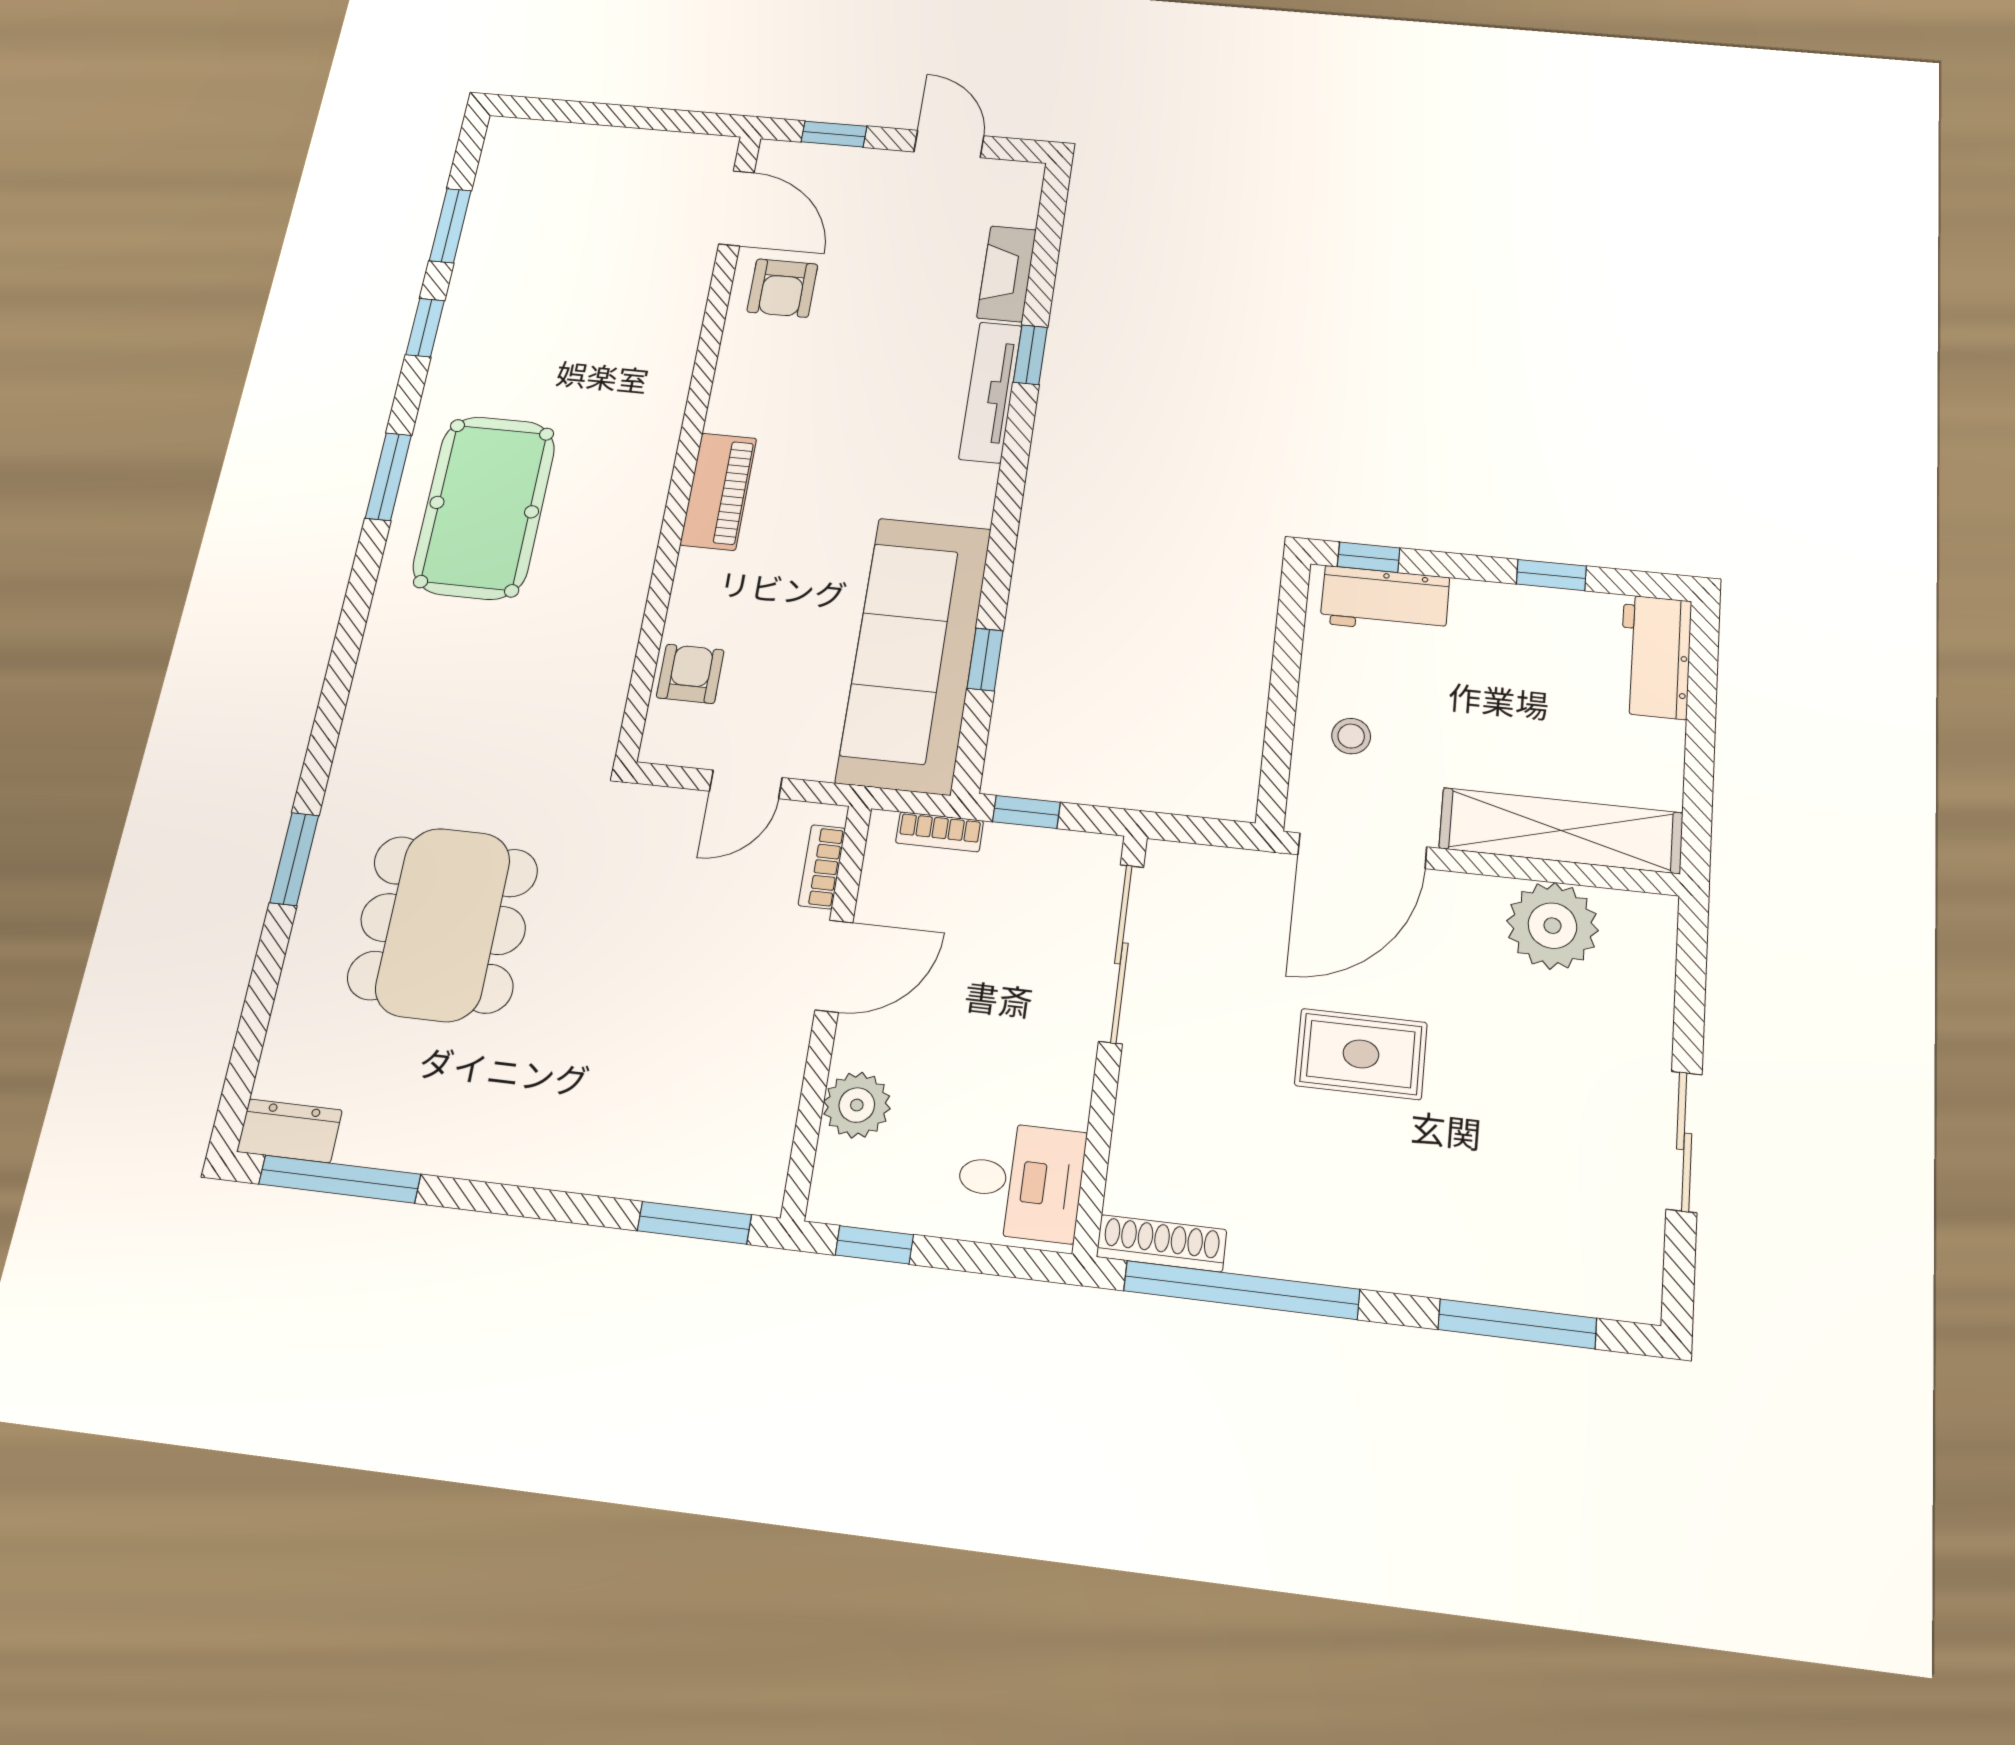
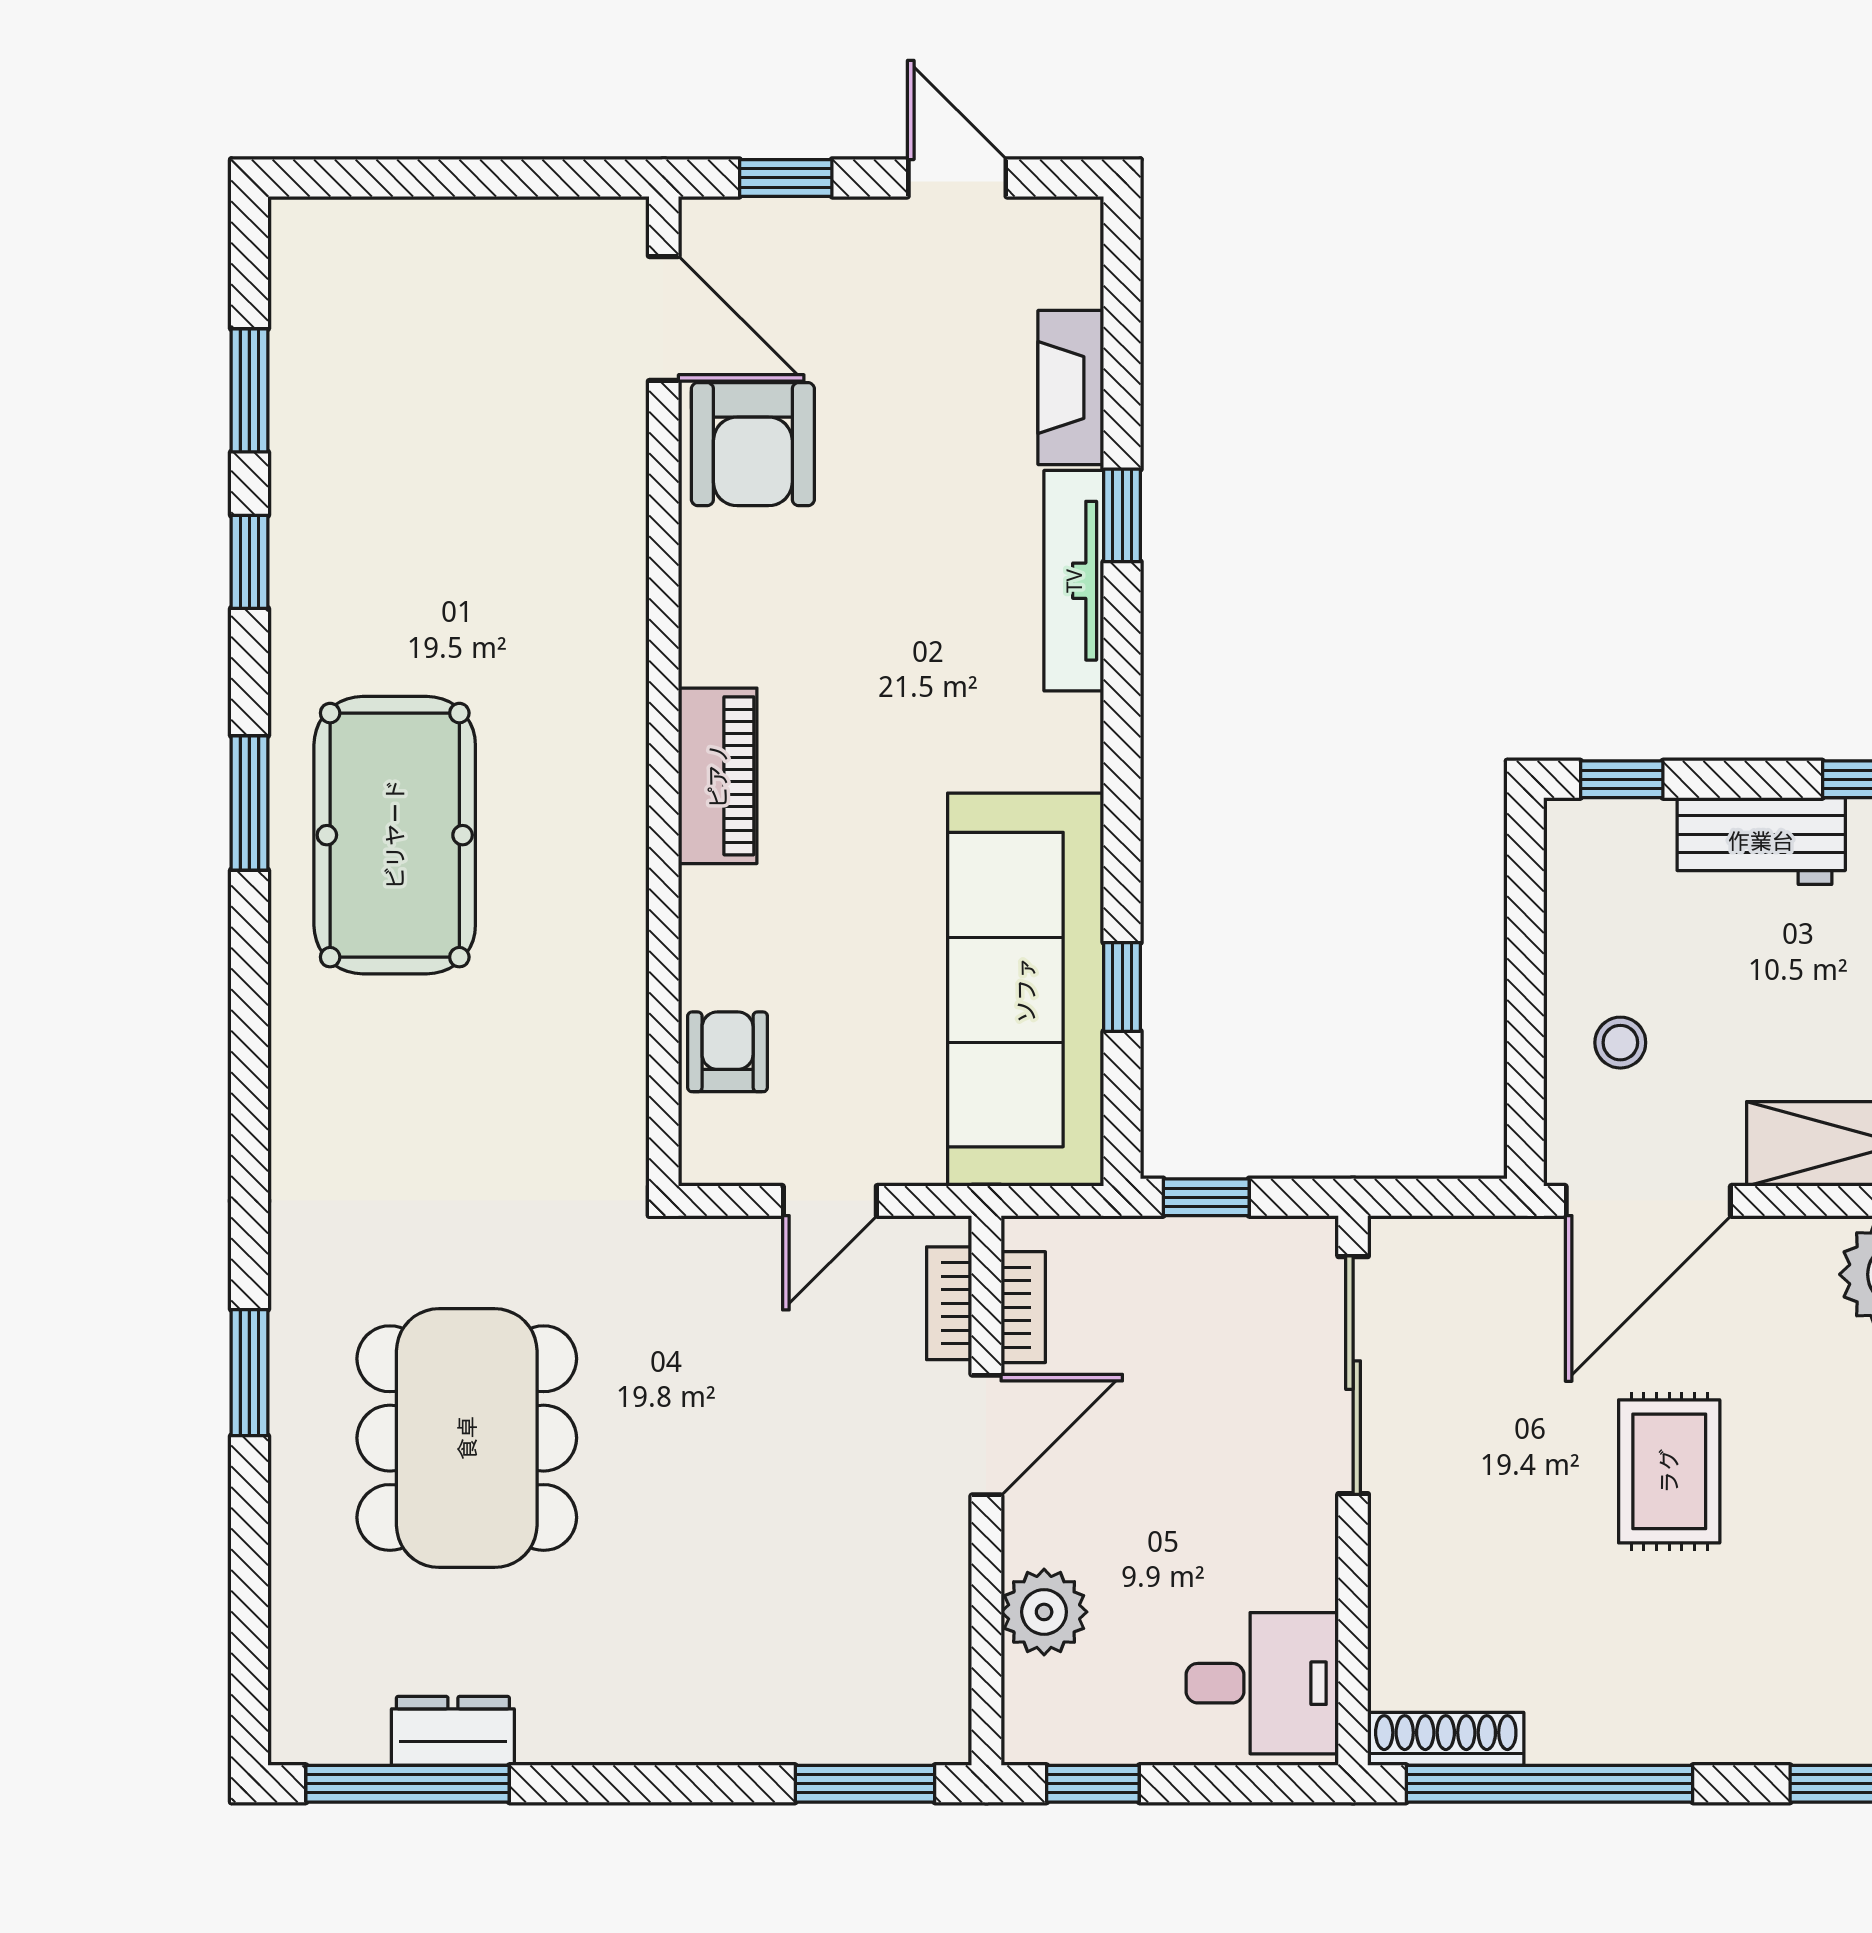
armchair: (782, 288) -> (753, 444), width x1.38, depth x1.38
workbench: (1385, 600) -> (1761, 841), moved
bookcase: (940, 832) -> (1023, 1307), moved, turned -90
rug: (1361, 1054) -> (1669, 1471), turned 90
dresser: (290, 1131) -> (453, 1731), moved

